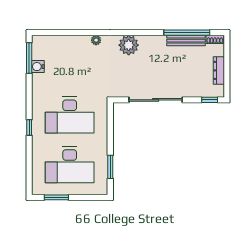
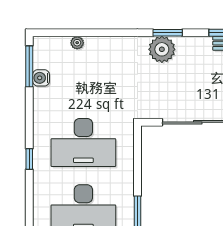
window: (133, 33) -> (168, 33), added
plant: (96, 40) -> (77, 43), moved

